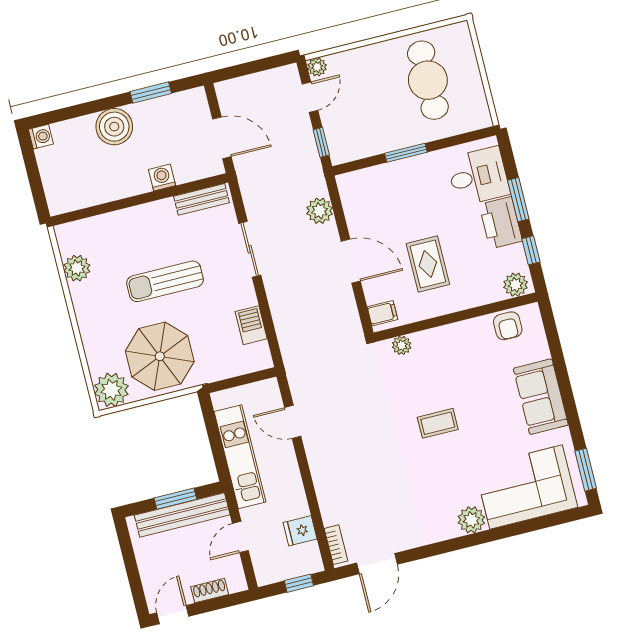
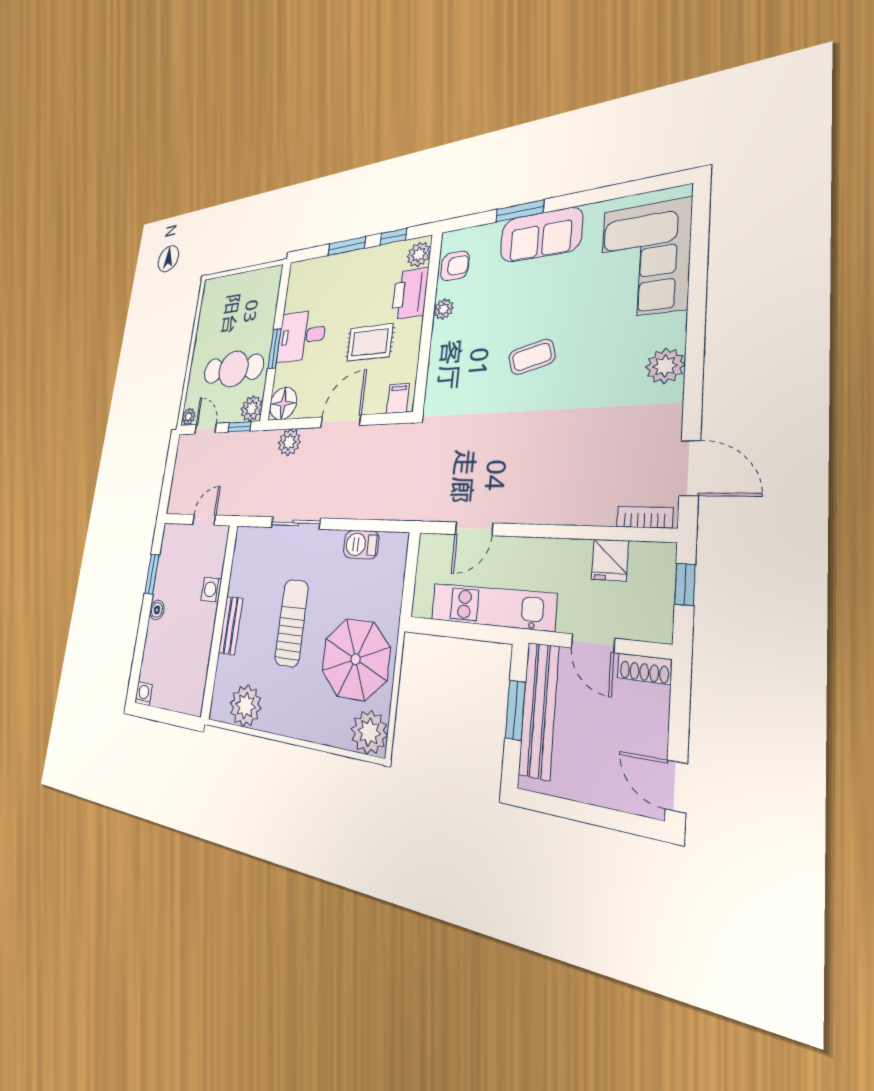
cafe table: (428, 80) -> (233, 369), moved
boiler: (114, 127) -> (157, 610), width x0.54, depth x0.54
door: (222, 138) -> (204, 520), width x0.73
plant: (342, 150) -> (252, 408), added
desk: (478, 176) -> (302, 336), moved, turned -90
floor lamp: (354, 187) -> (283, 404), added
bench: (202, 199) -> (230, 625), moved
printer: (501, 223) -> (410, 294), moved, turned 90
plant: (77, 268) -> (246, 706), width x1.36, depth x1.36
sun lounger: (165, 281) -> (292, 623), turned 180
plant: (402, 345) -> (443, 309), moved
coffee table: (438, 423) -> (532, 357), turned 75
window: (586, 470) -> (520, 211), moved
plant: (471, 520) -> (665, 366), moved
shoe rack: (210, 591) -> (644, 669), moved, turned -90

